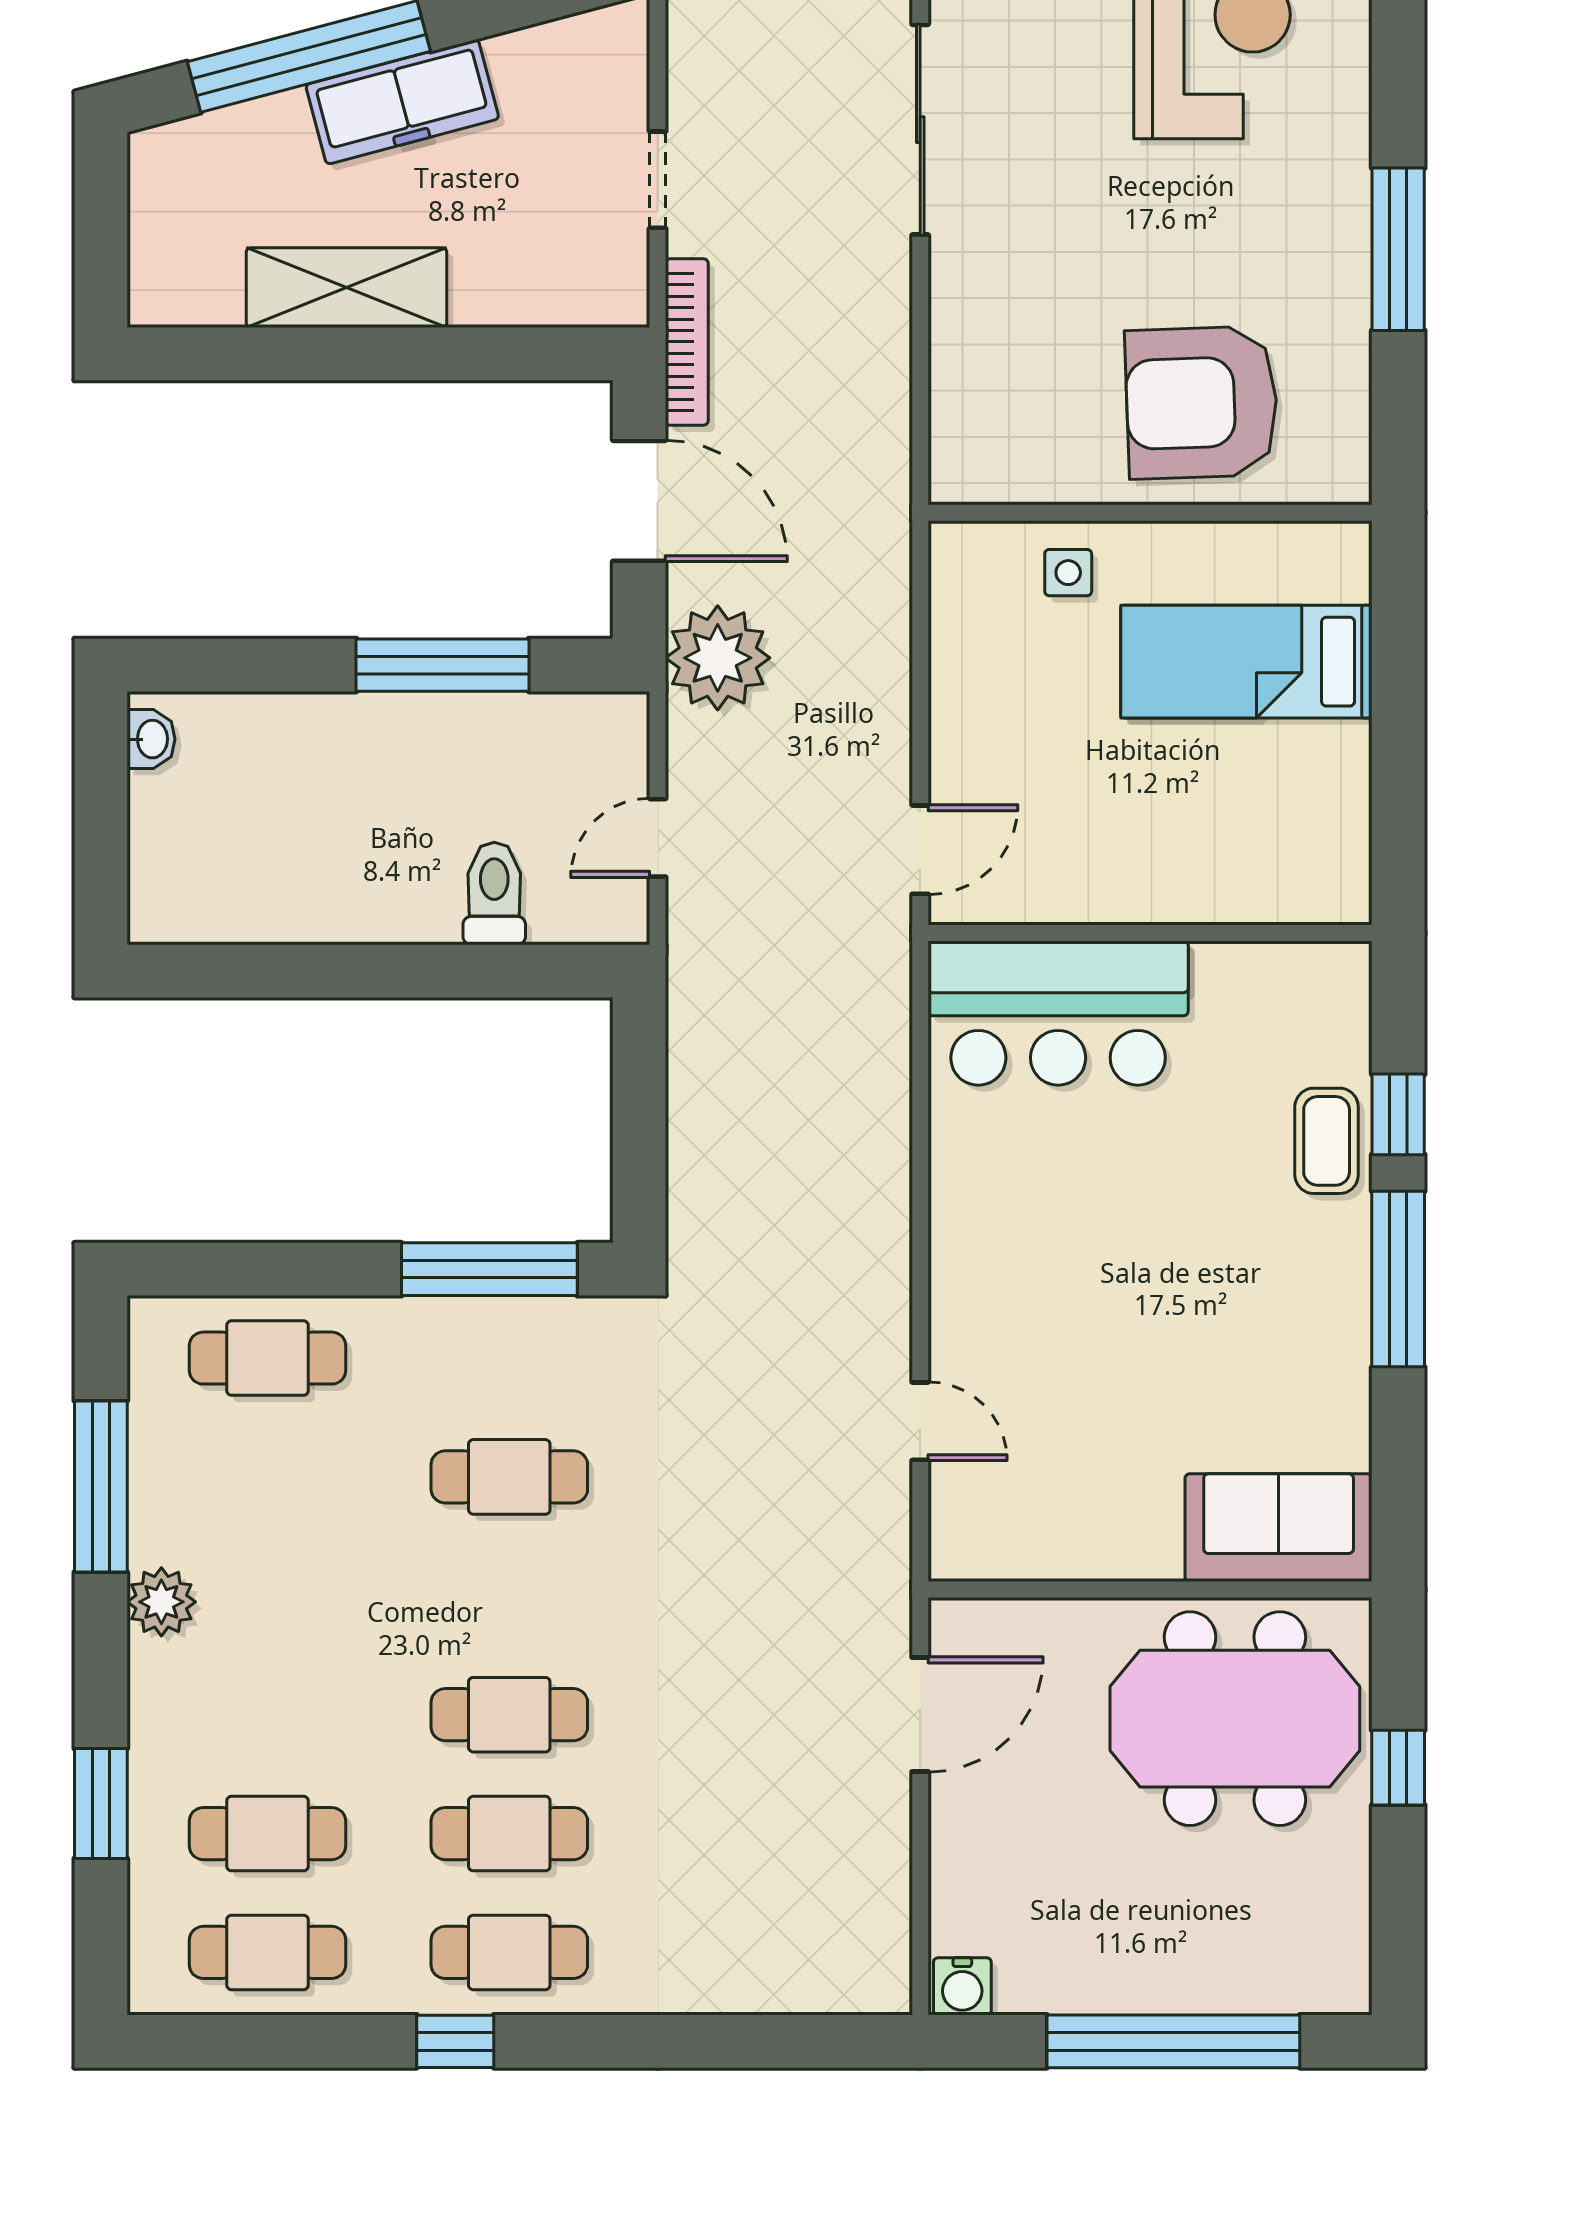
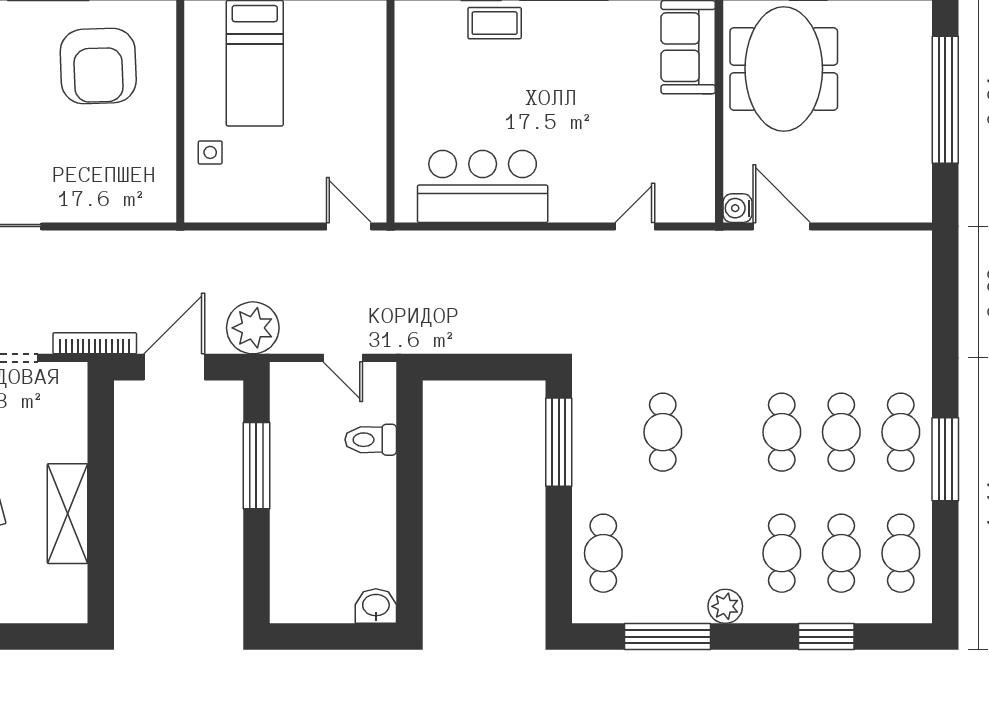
armchair: (1201, 403) -> (98, 66), moved
washbasin: (151, 739) -> (376, 606), moved, width x1.38, depth x1.45
bar counter: (1058, 1013) -> (483, 186), moved, turned -90
cafe table: (267, 1715) -> (782, 553), added
water cooler: (962, 1986) -> (737, 208), moved, turned 180
window: (455, 2041) -> (945, 459), width x2.17

